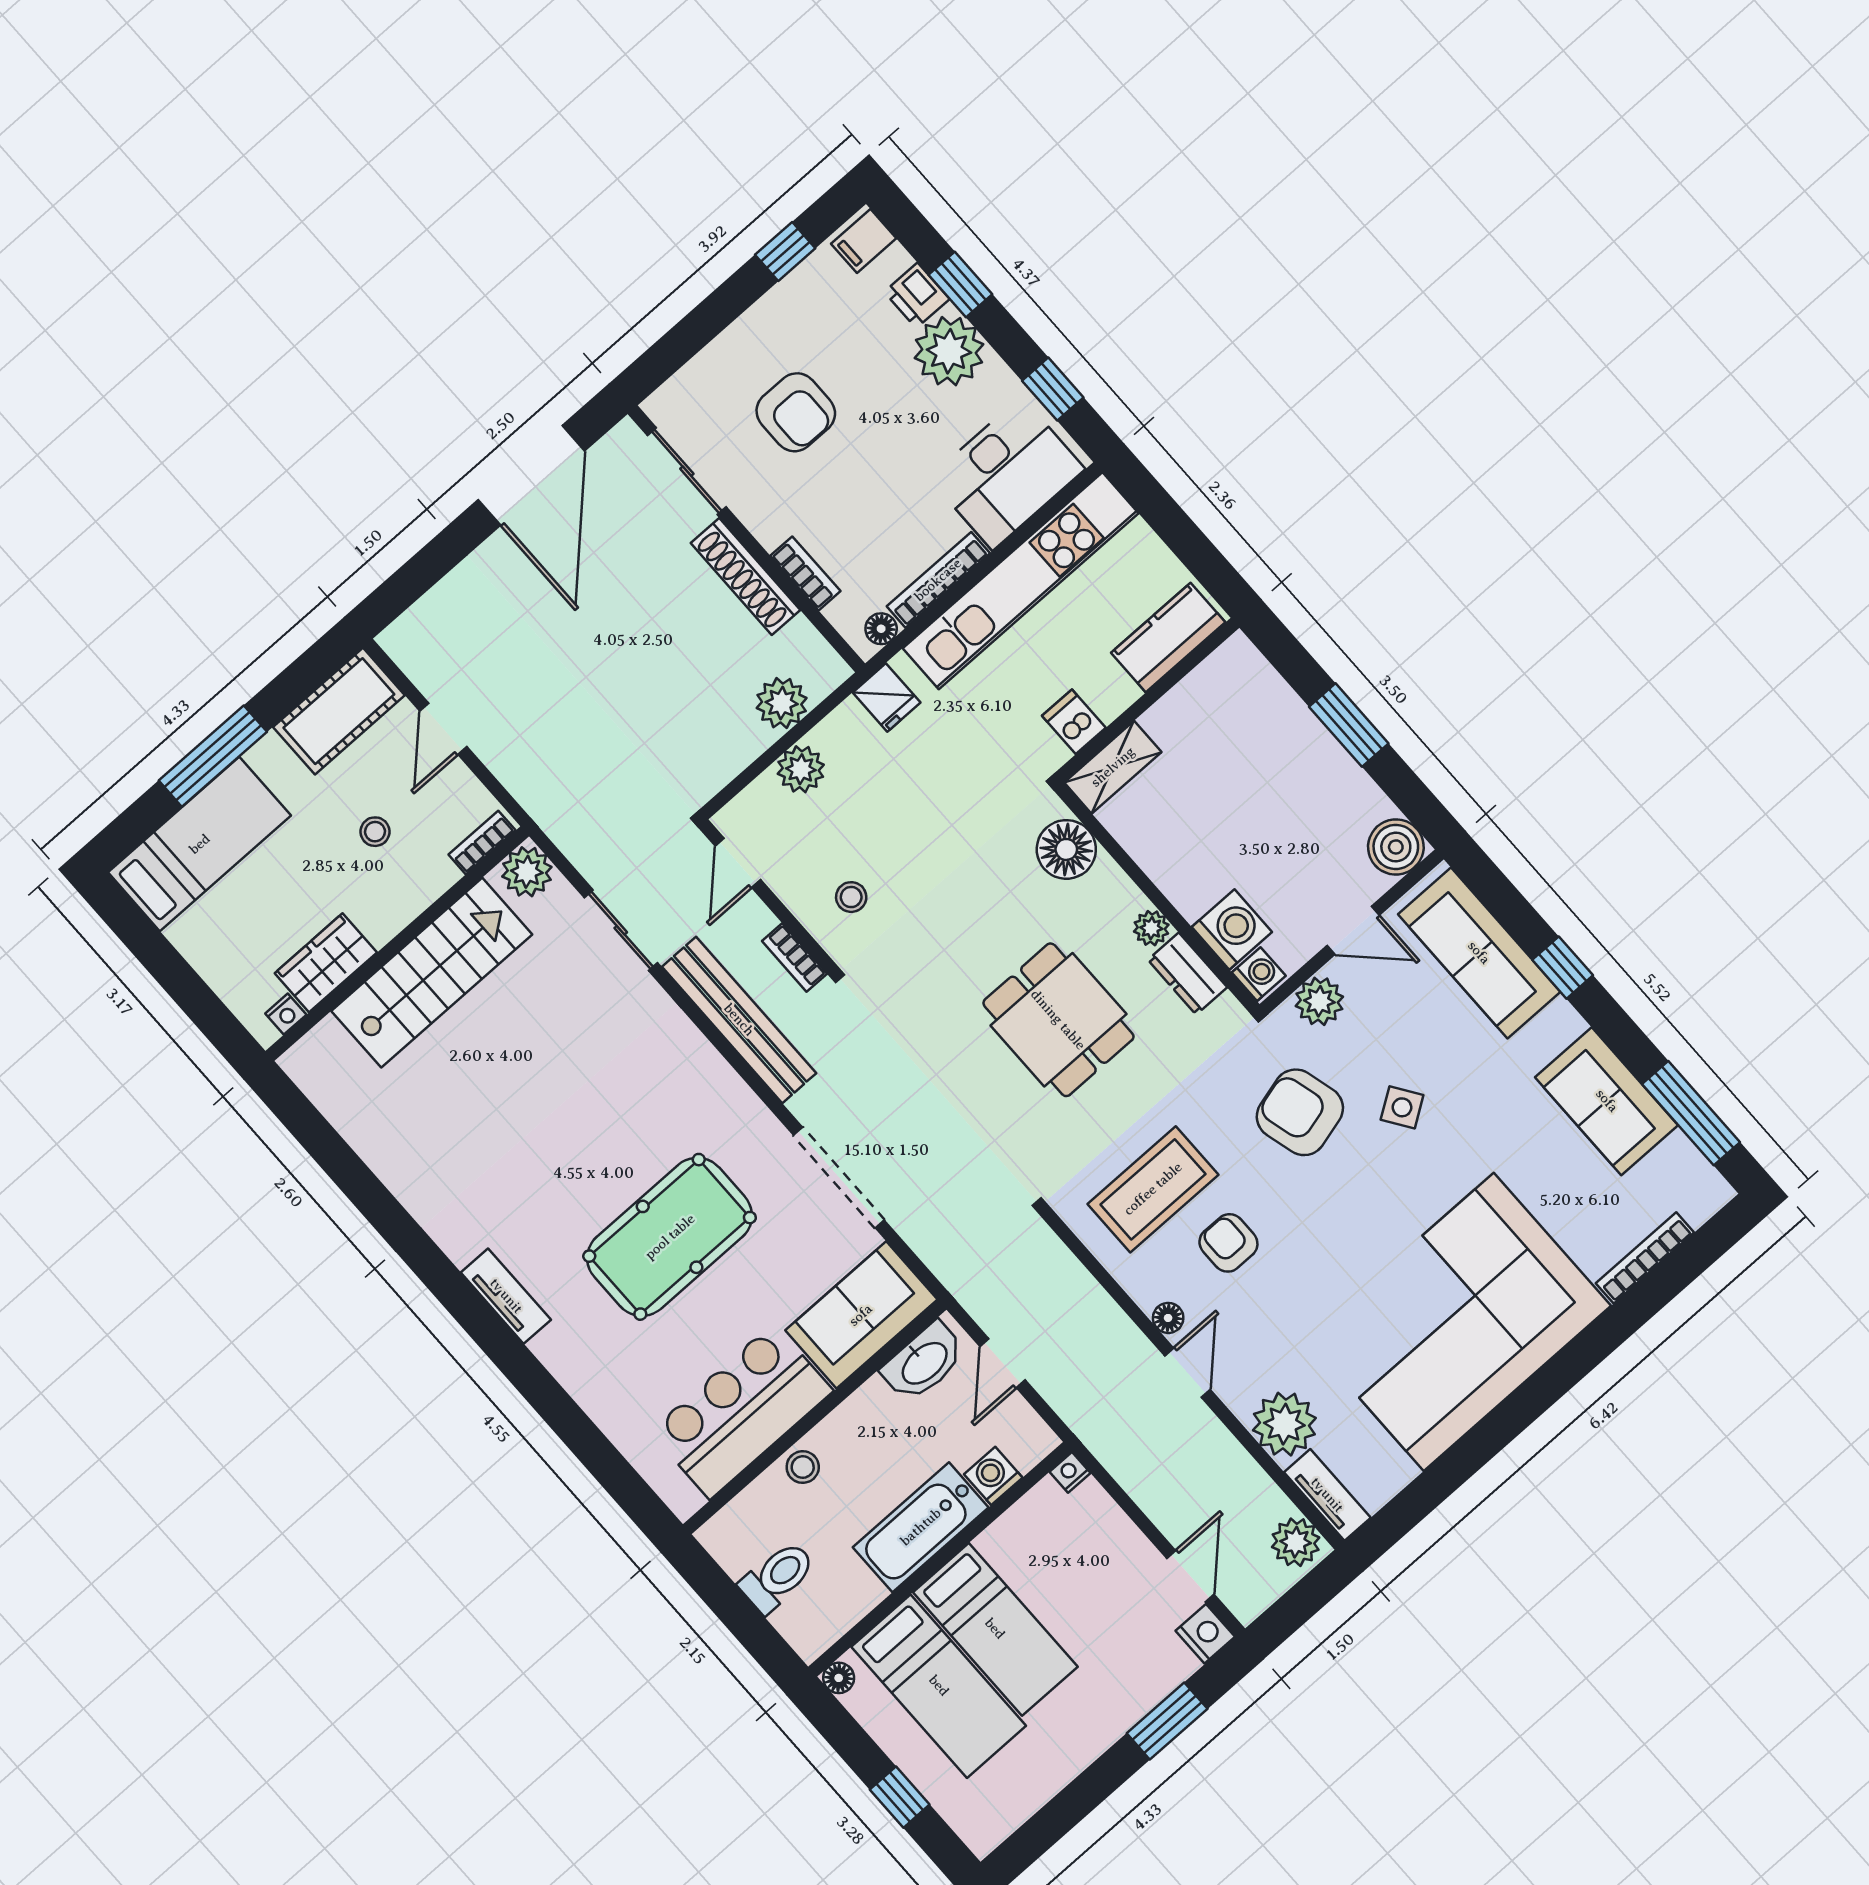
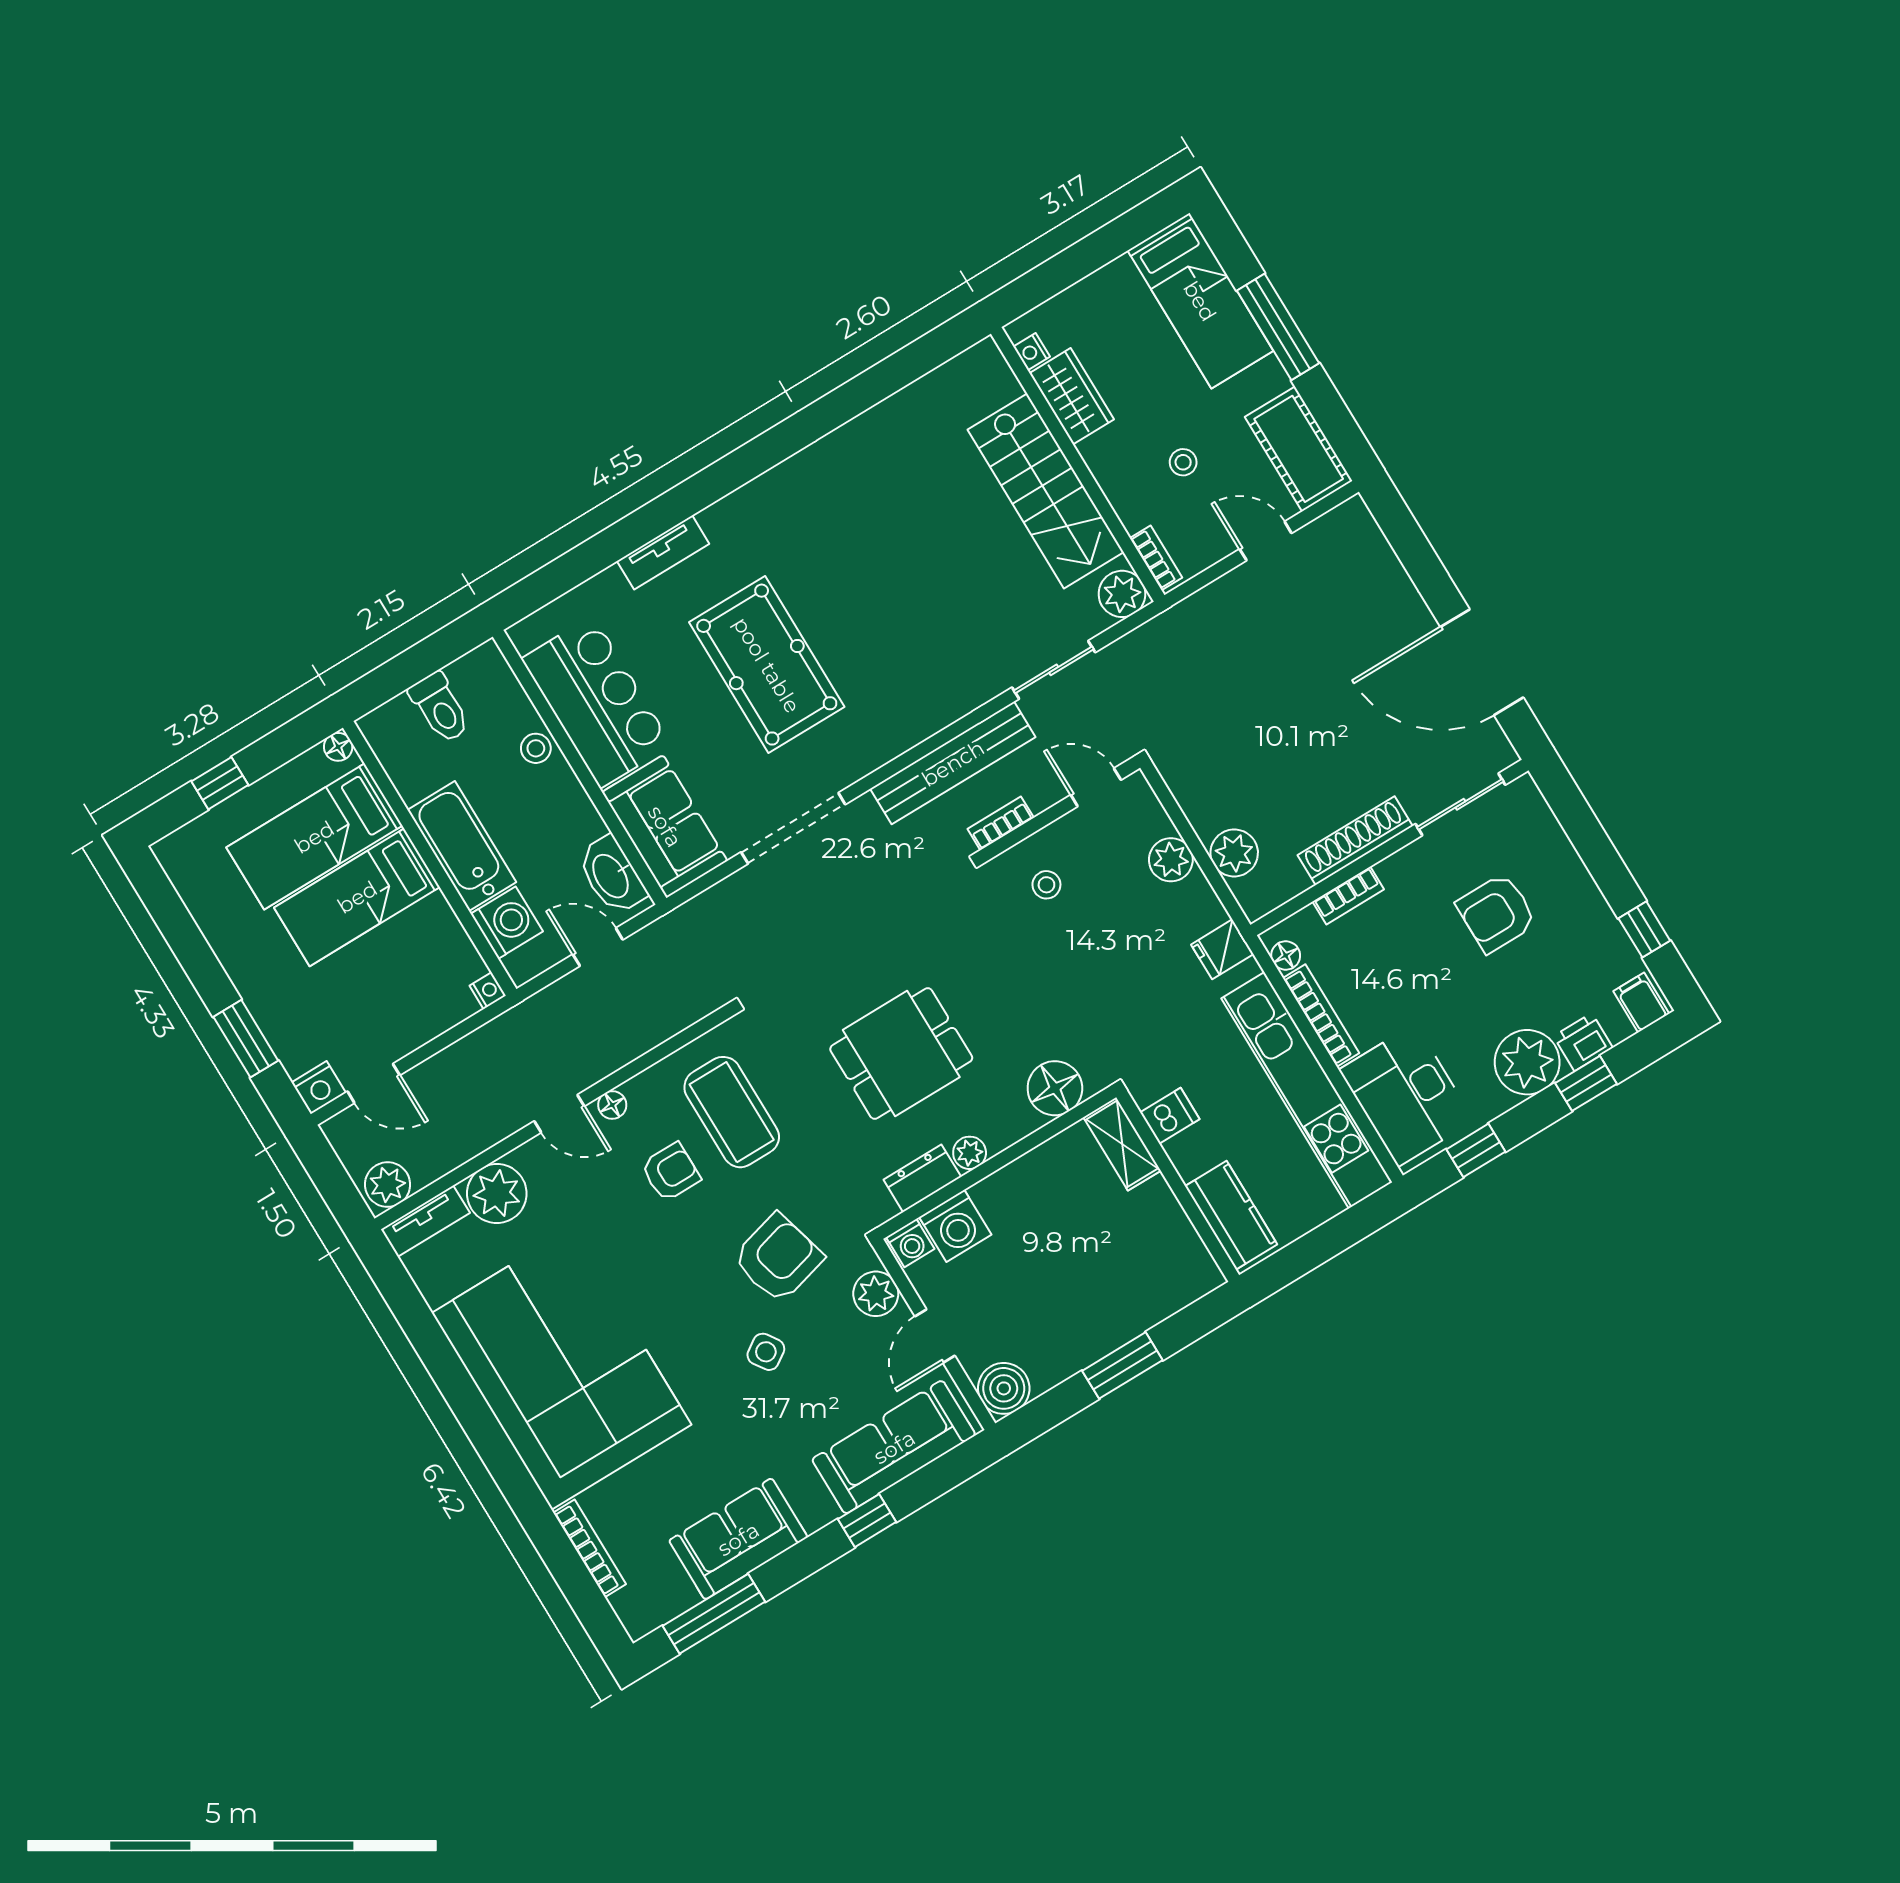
tv unit: (506, 1296) -> (663, 552), moved
washing machine: (993, 1476) -> (507, 923), width x1.38, depth x1.38

